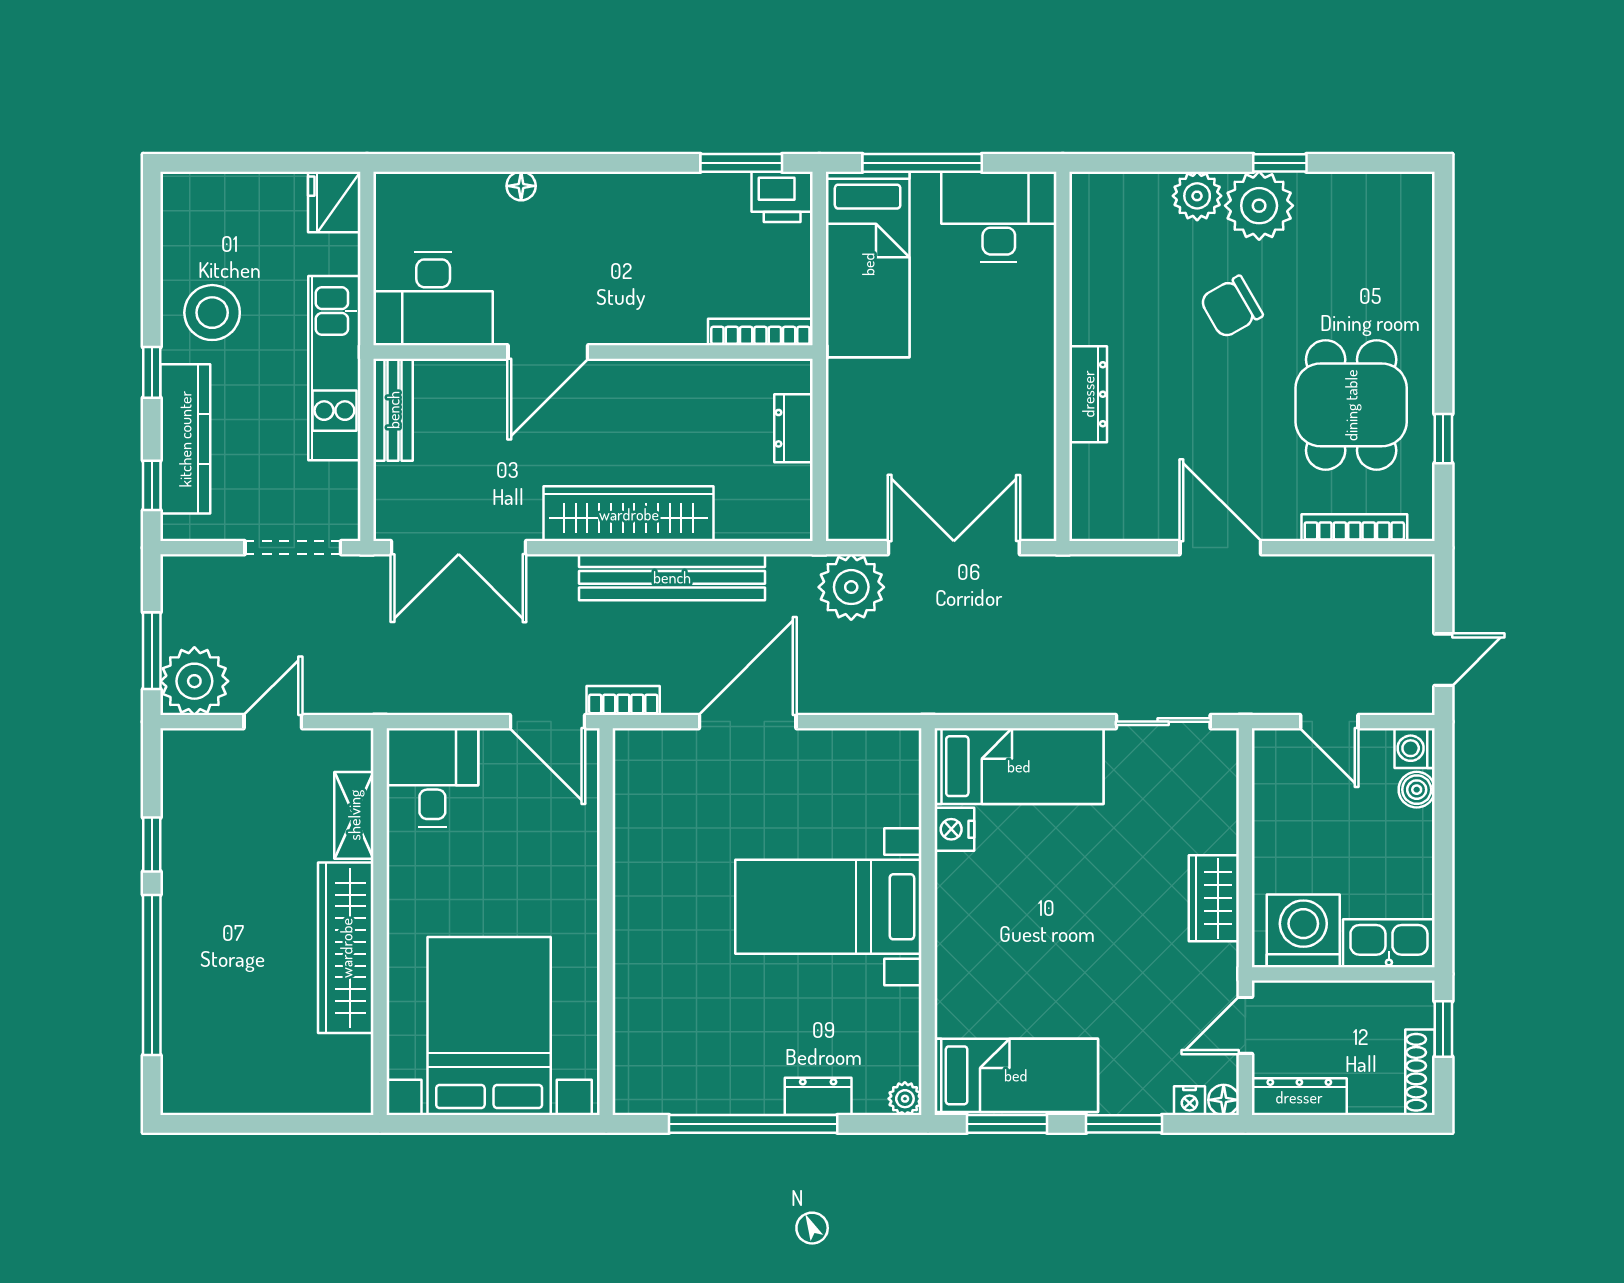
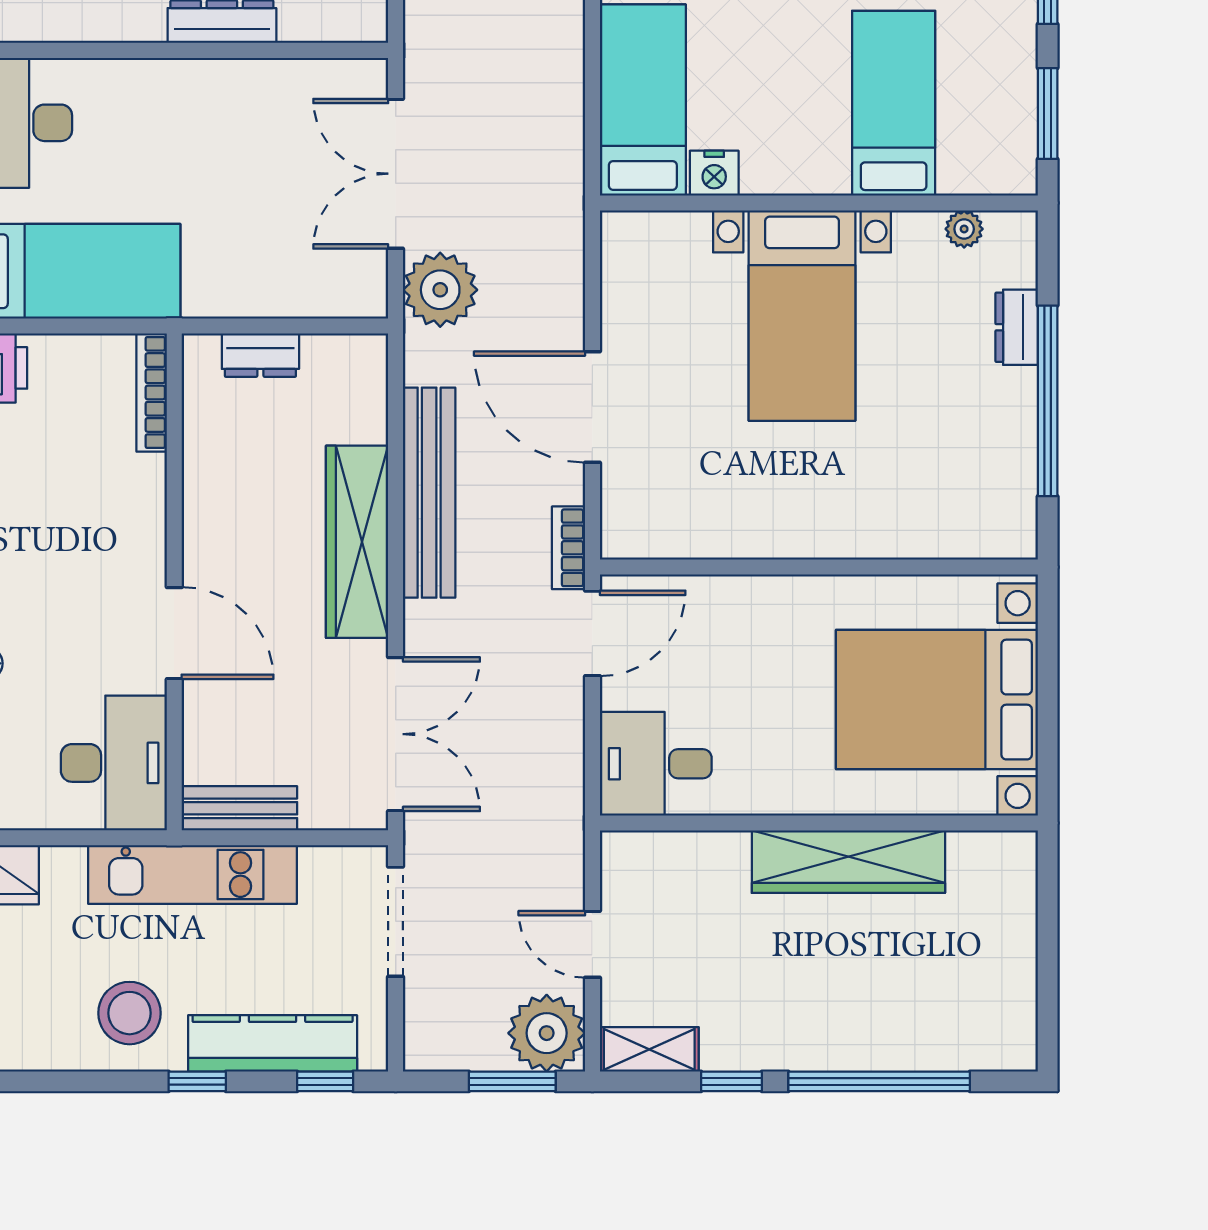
shelving: (354, 815) -> (649, 1049), moved
bed: (1016, 1075) -> (894, 103), moved
plant: (905, 1099) -> (964, 229), moved

